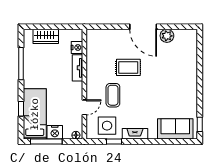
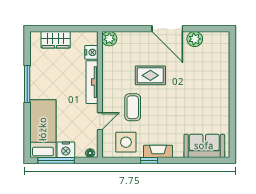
plant: (93, 36) -> (109, 39), added
window: (21, 64) -> (27, 84), moved
tv unit: (77, 68) -> (92, 82), width x1.41
window: (21, 109) -> (27, 123), removed
window: (200, 124) -> (232, 141), removed
window: (114, 141) -> (149, 160), moved

